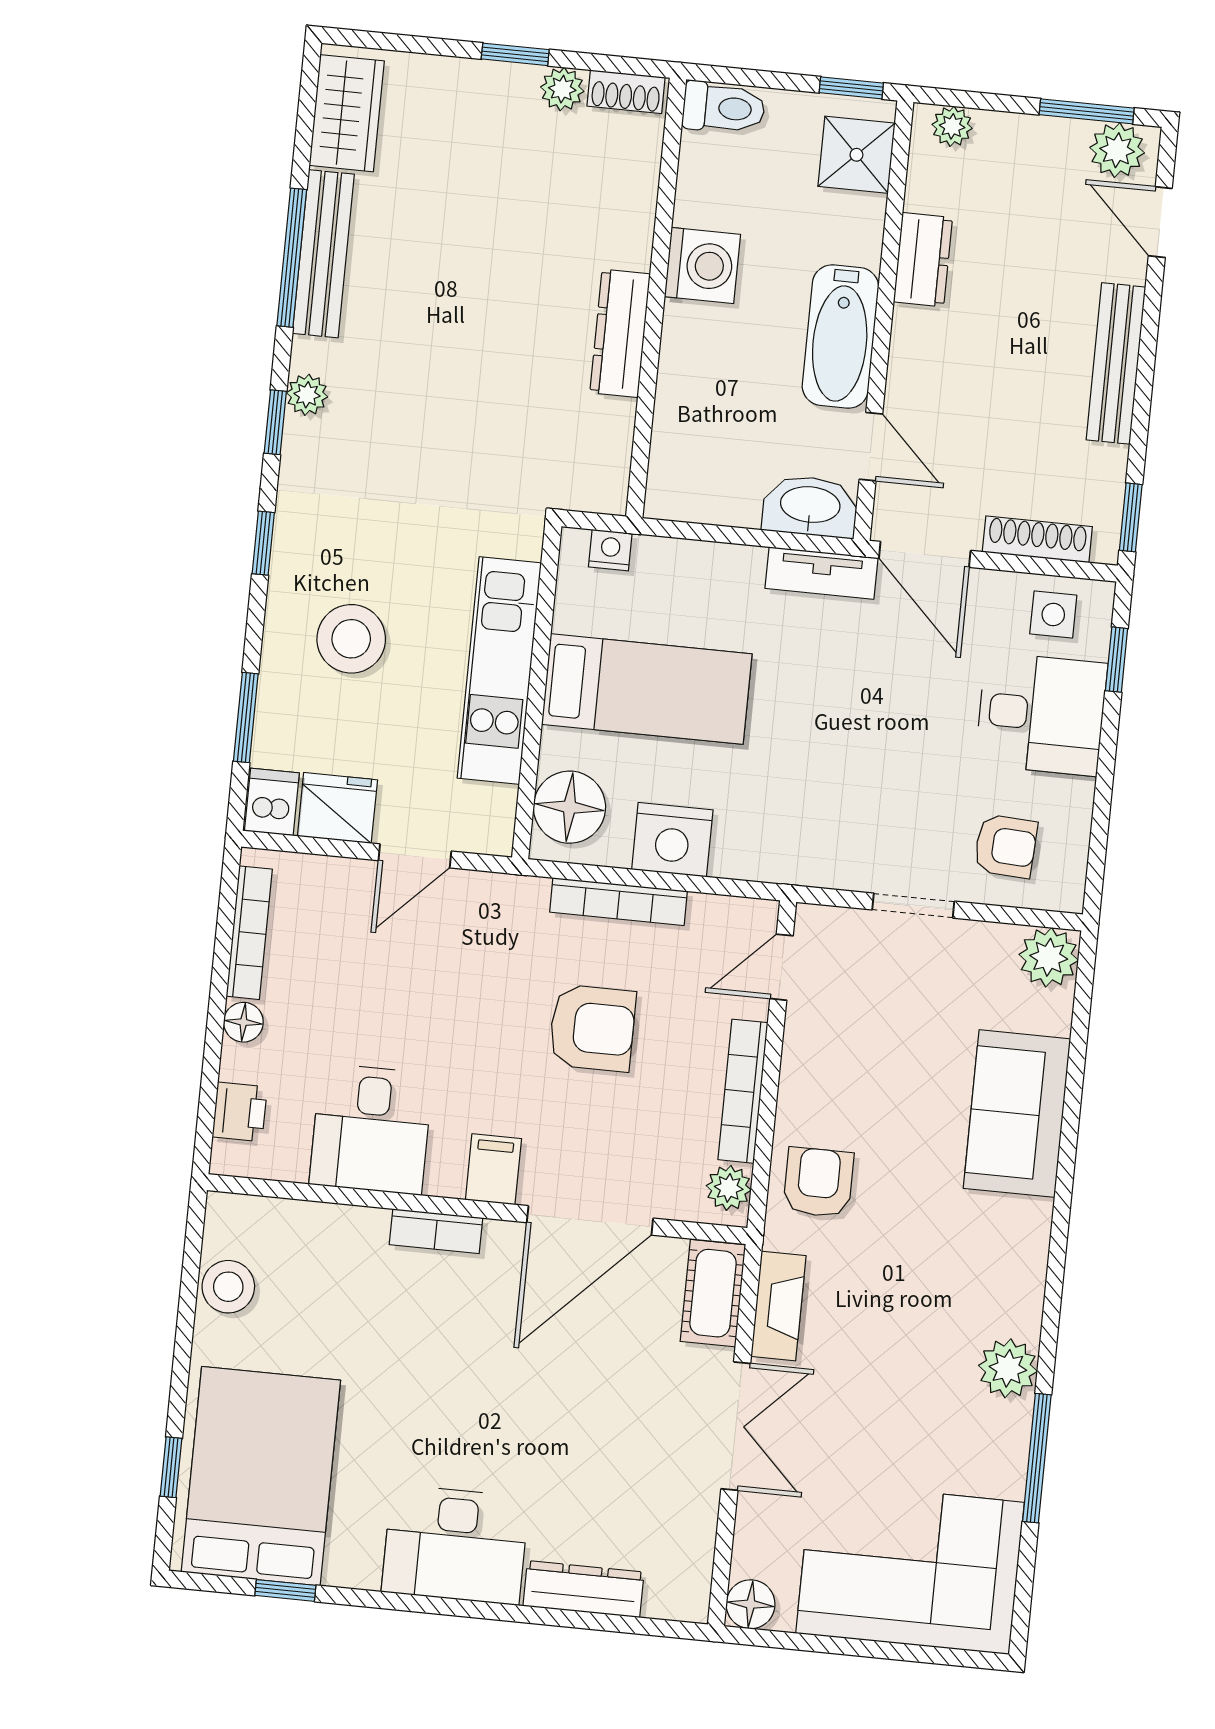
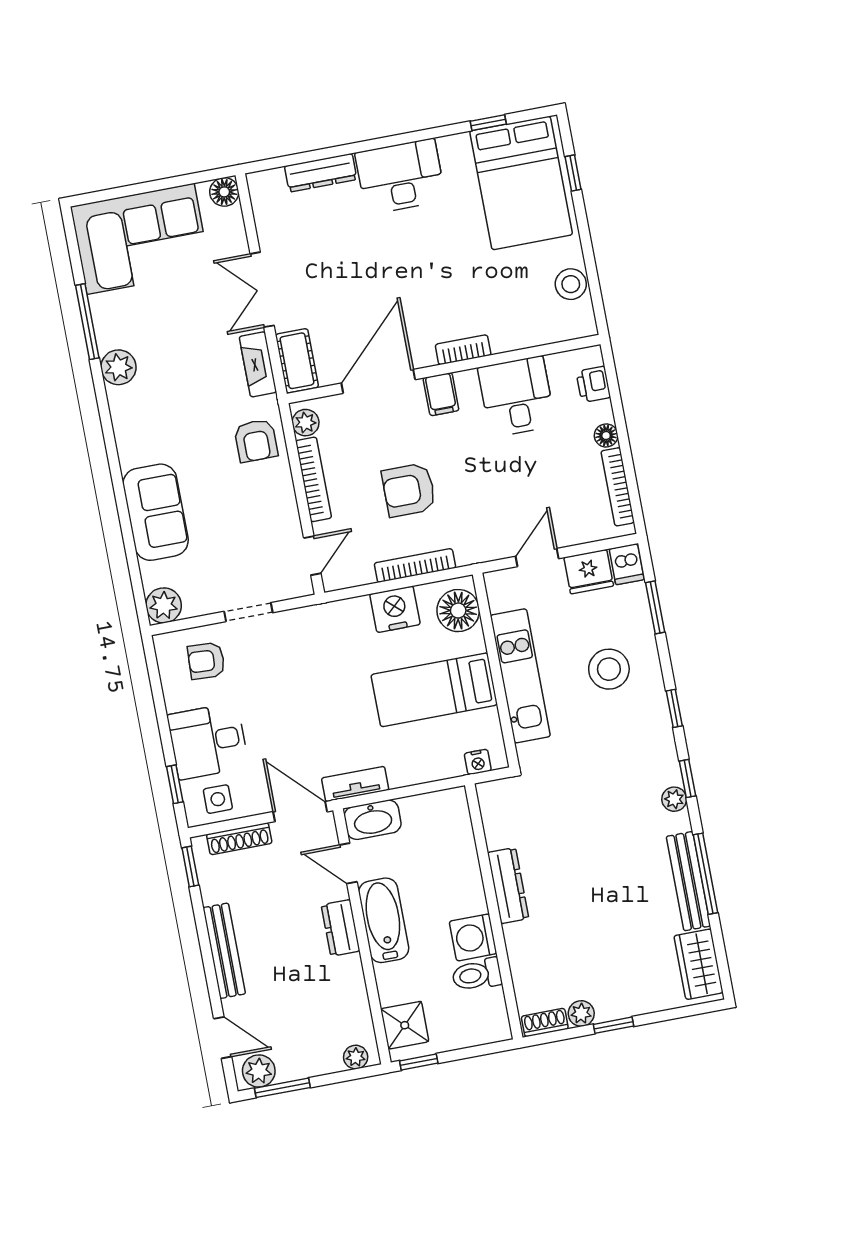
toilet: (724, 108) -> (477, 975), moved
dresser: (923, 260) -> (341, 928), moved

